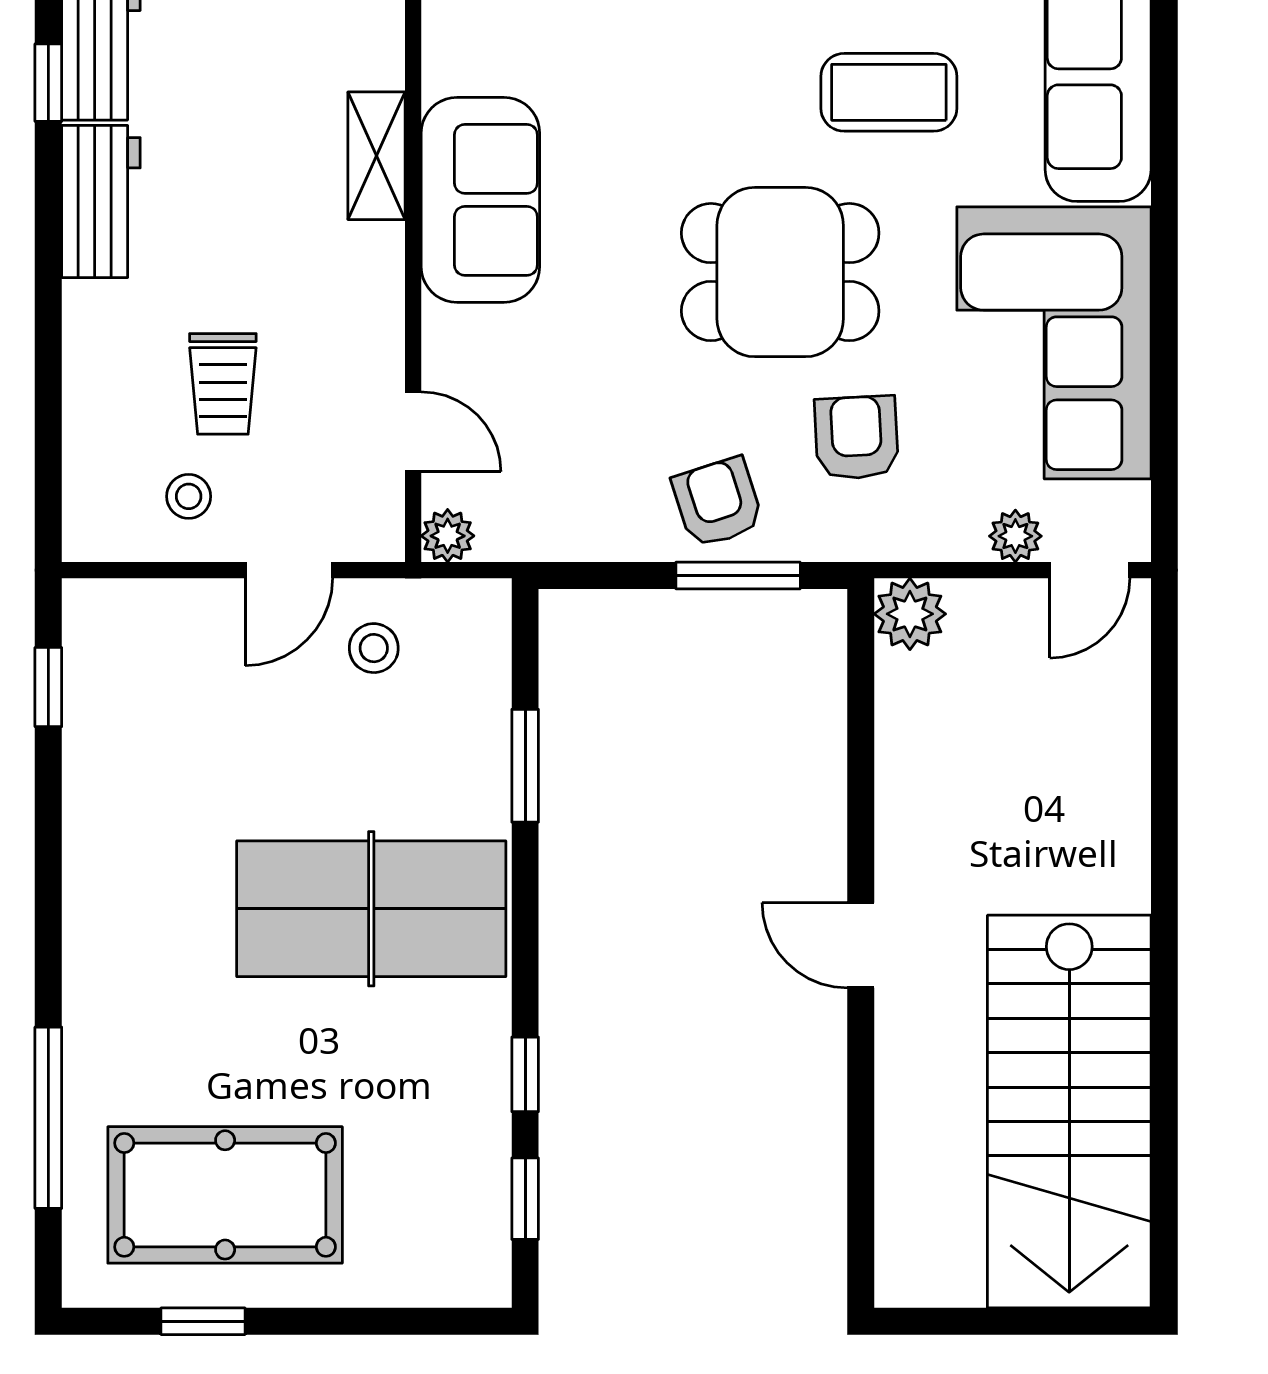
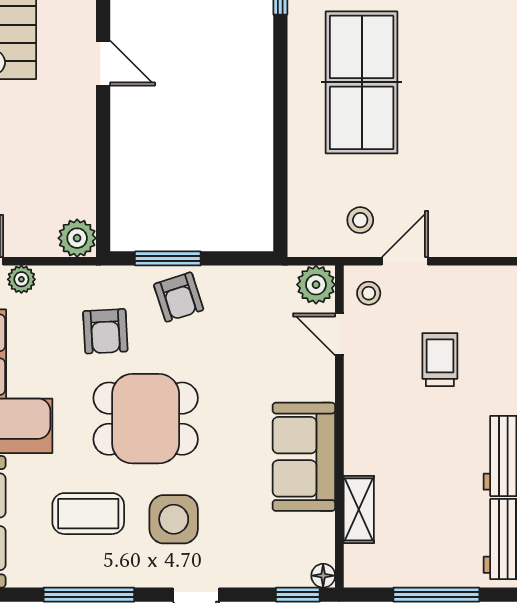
side table: (727, 82) -> (174, 519), added
shelving: (377, 156) -> (359, 509), moved
stool: (189, 496) -> (369, 293), moved
plant: (448, 536) -> (316, 285), width x1.38, depth x1.38
window: (525, 766) -> (280, 158), removed
table tennis table: (371, 909) -> (362, 82), turned 90

